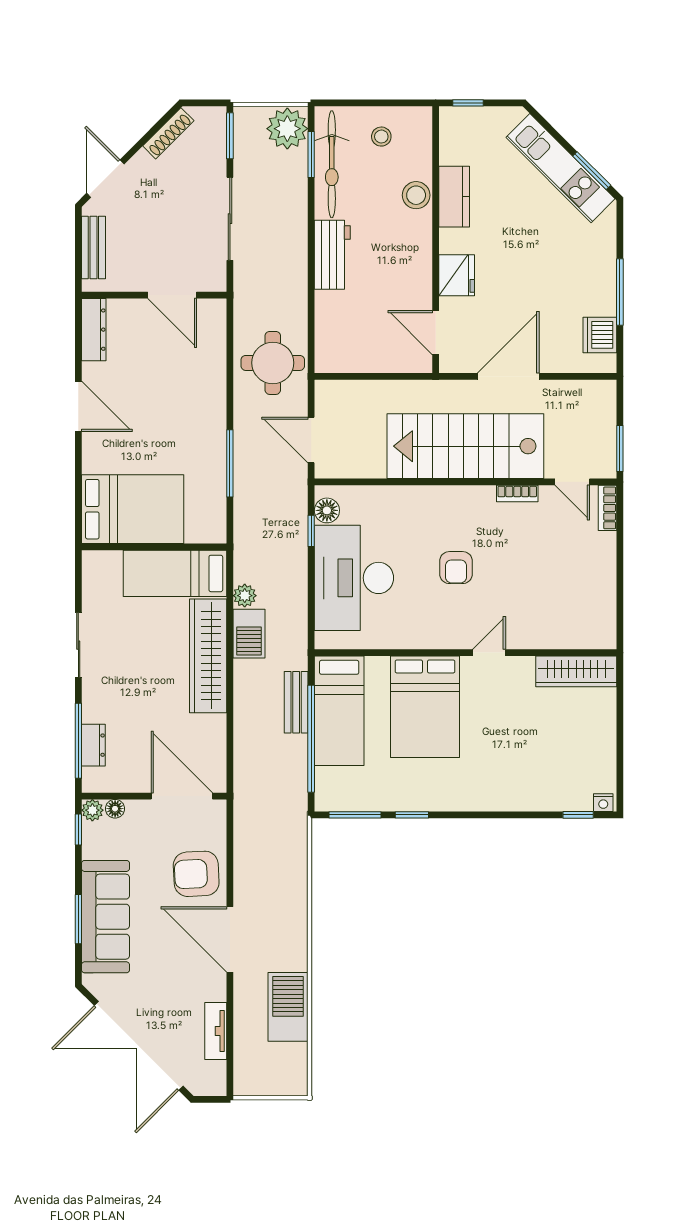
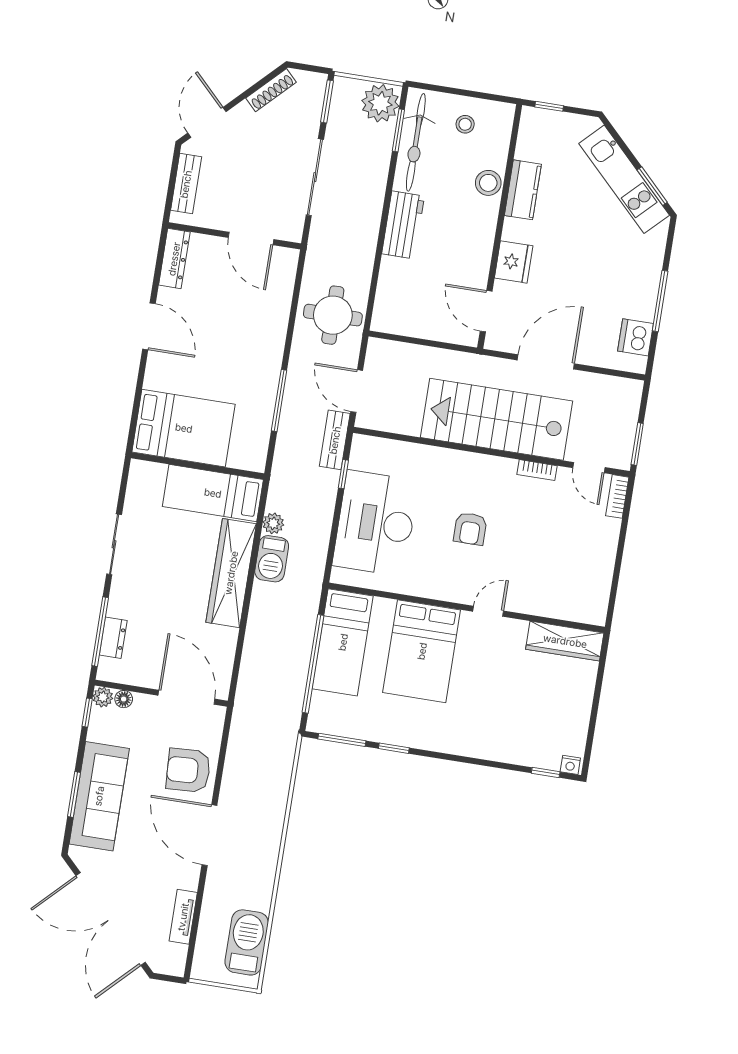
floor lamp: (327, 510) -> (361, 458), removed
bench: (296, 702) -> (335, 440), moved
barbecue: (288, 1007) -> (247, 942), moved

